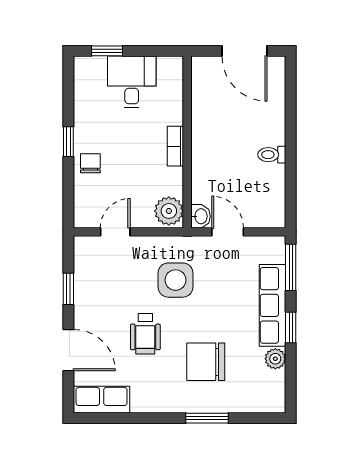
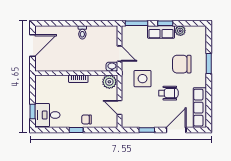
desk: (132, 82) -> (47, 115), moved
door: (228, 232) -> (119, 54), swing flipped
row of seats: (273, 305) -> (161, 32), width x0.68
chair: (206, 362) -> (182, 64), turned 90
row of seats: (102, 400) -> (200, 108), width x1.48

